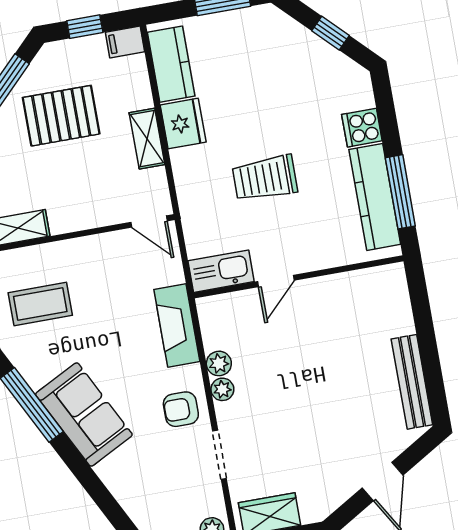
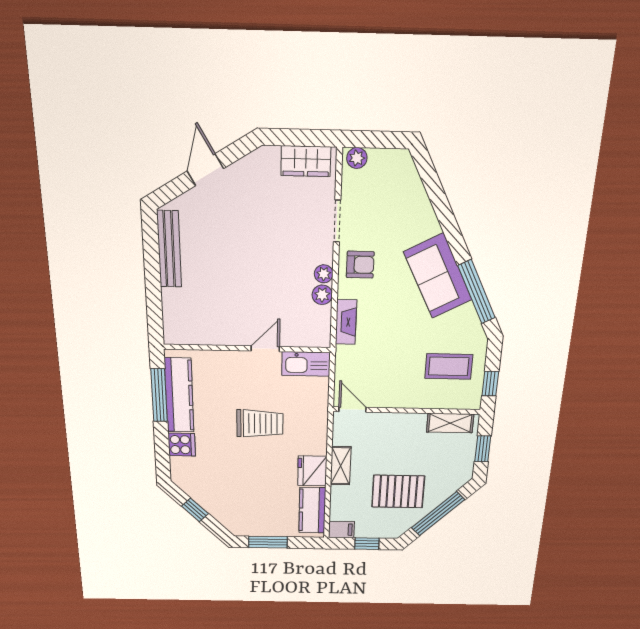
fireplace: (177, 326) -> (346, 322), width x0.73, depth x0.76

